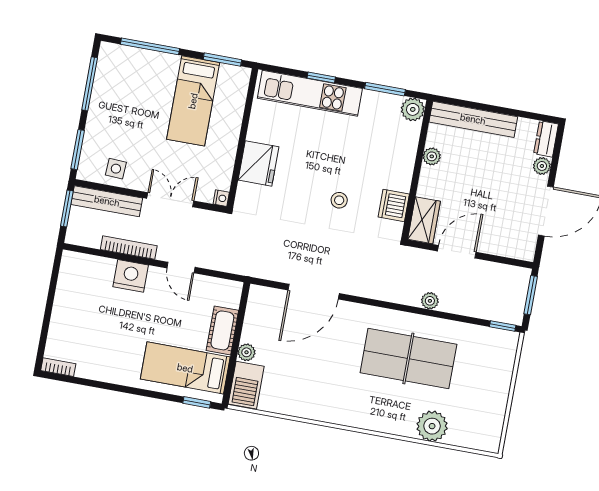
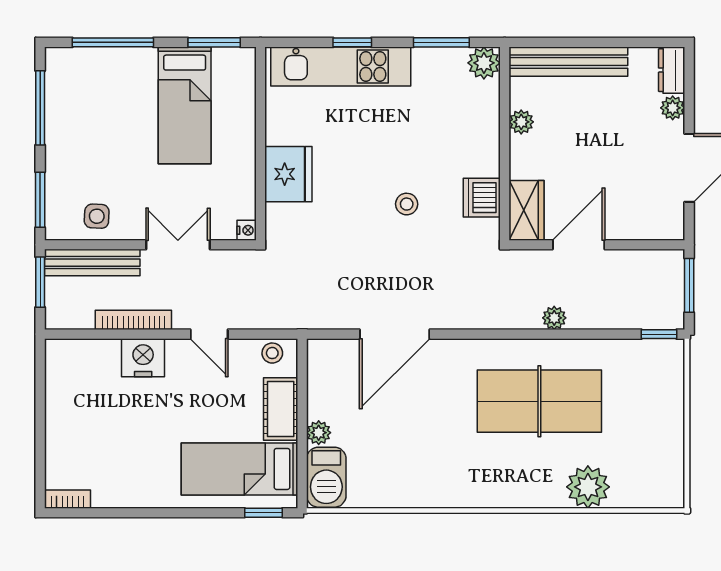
stool: (224, 289) -> (272, 353), added

